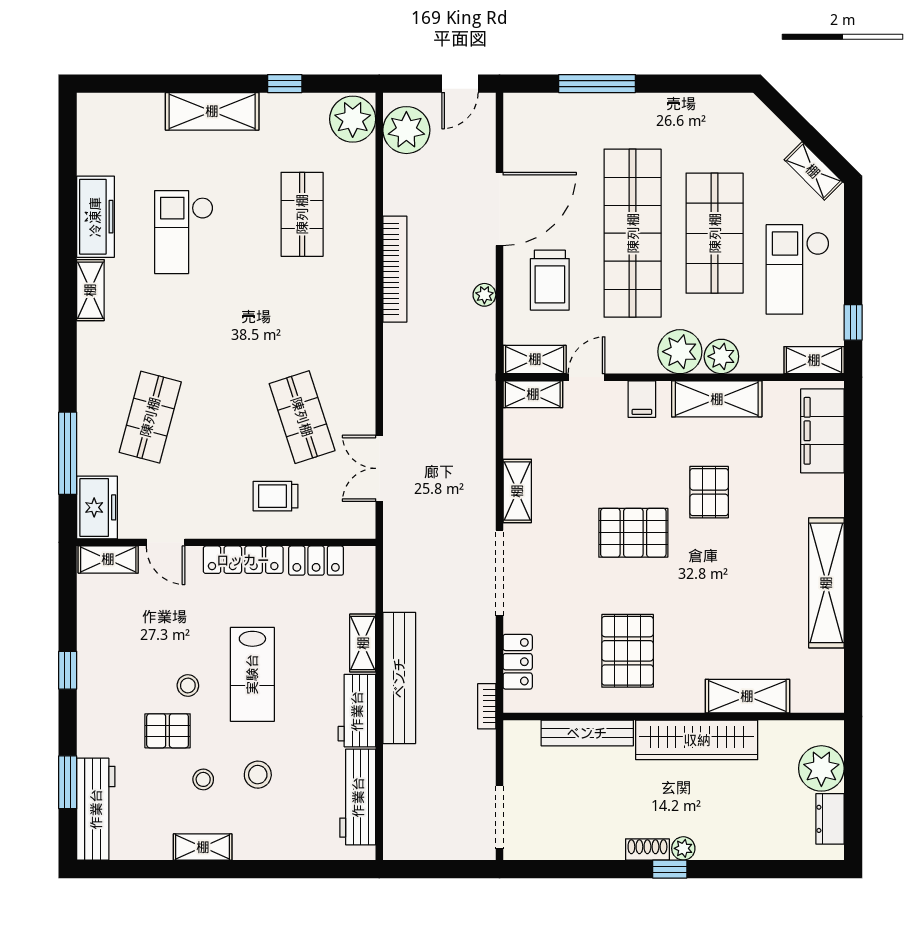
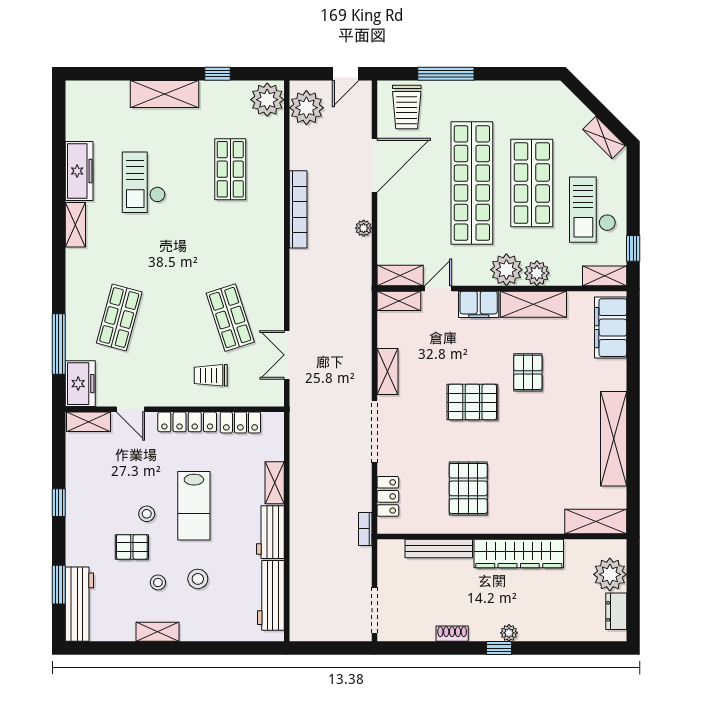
trolley: (550, 280) -> (407, 107), moved
filing cabinet: (642, 399) -> (479, 304), width x2.00
bench: (399, 678) -> (301, 508), removed
shelving: (747, 696) -> (596, 522), moved
shoe rack: (647, 849) -> (452, 634), moved

